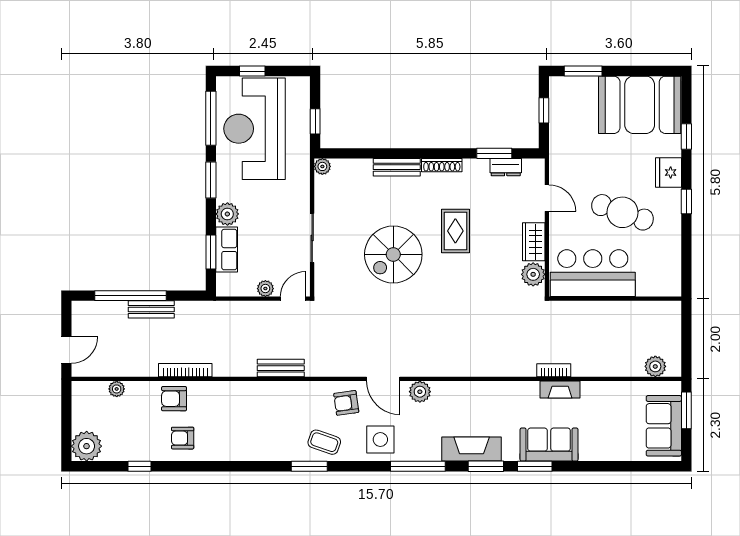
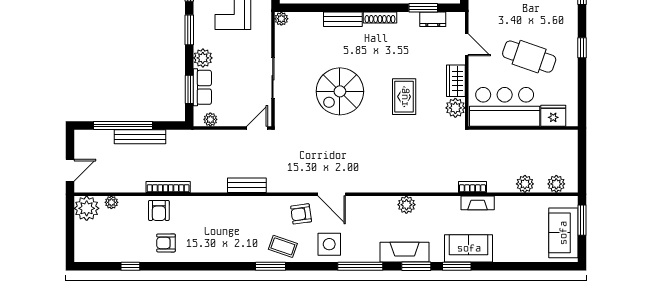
fridge: (669, 172) -> (553, 116), moved, turned 90
rug: (455, 231) -> (404, 97), moved
plant: (265, 289) -> (210, 119), moved
bench: (151, 309) -> (140, 137), width x1.36
plant: (617, 366) -> (525, 184), added
plant: (420, 392) -> (406, 205), moved
armchair: (174, 399) -> (159, 210), turned -90
plant: (87, 446) -> (87, 208), moved

